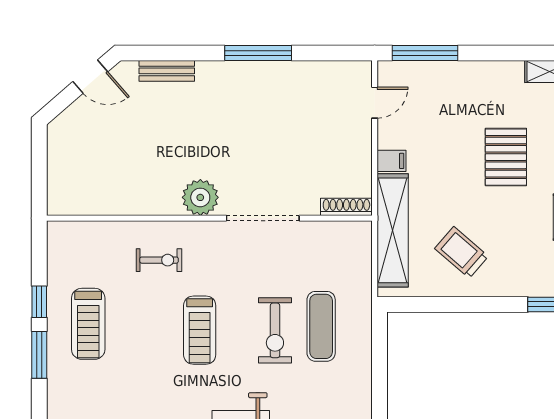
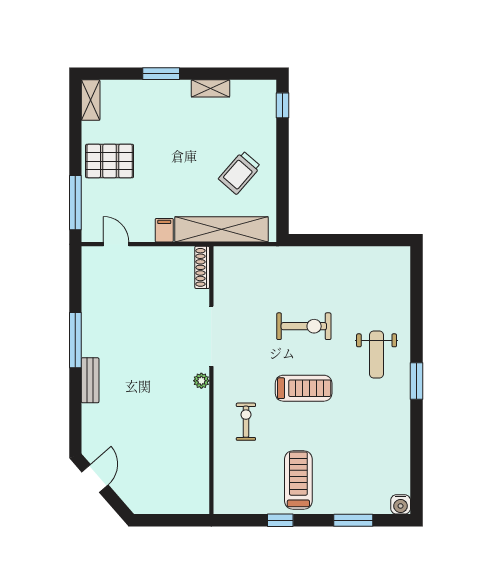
bench: (167, 71) -> (90, 380), moved
pallet: (506, 157) -> (110, 161), moved
plant: (200, 197) -> (201, 381), width x0.53, depth x0.53
treadmill: (88, 324) -> (298, 480), turned -90
exercise mat: (321, 326) -> (300, 288), removed
window: (39, 355) -> (353, 520), moved

